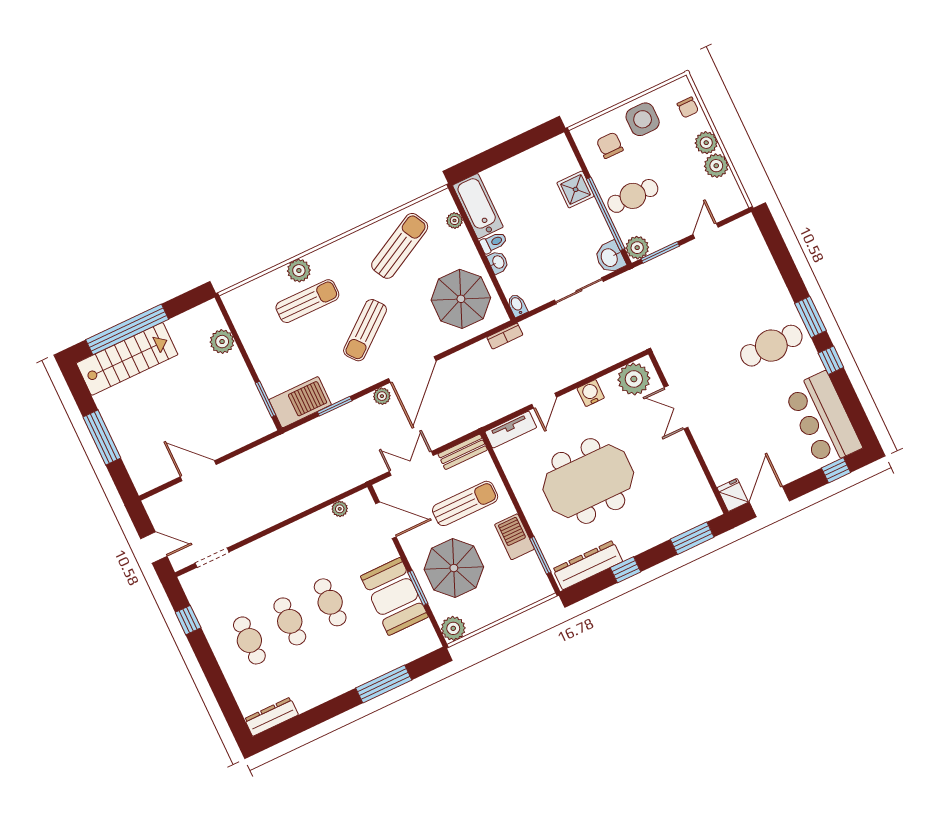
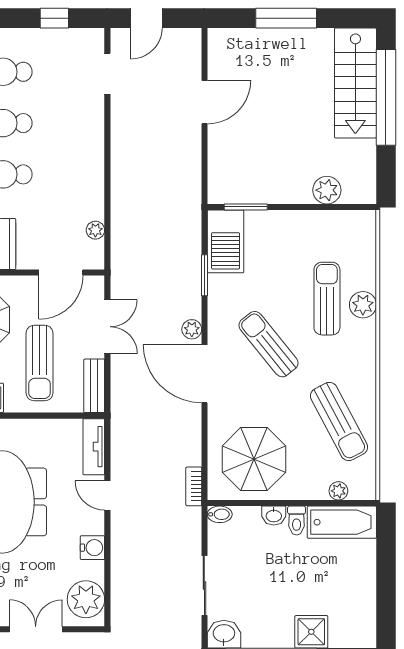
sun lounger: (307, 301) -> (327, 299), turned 180

